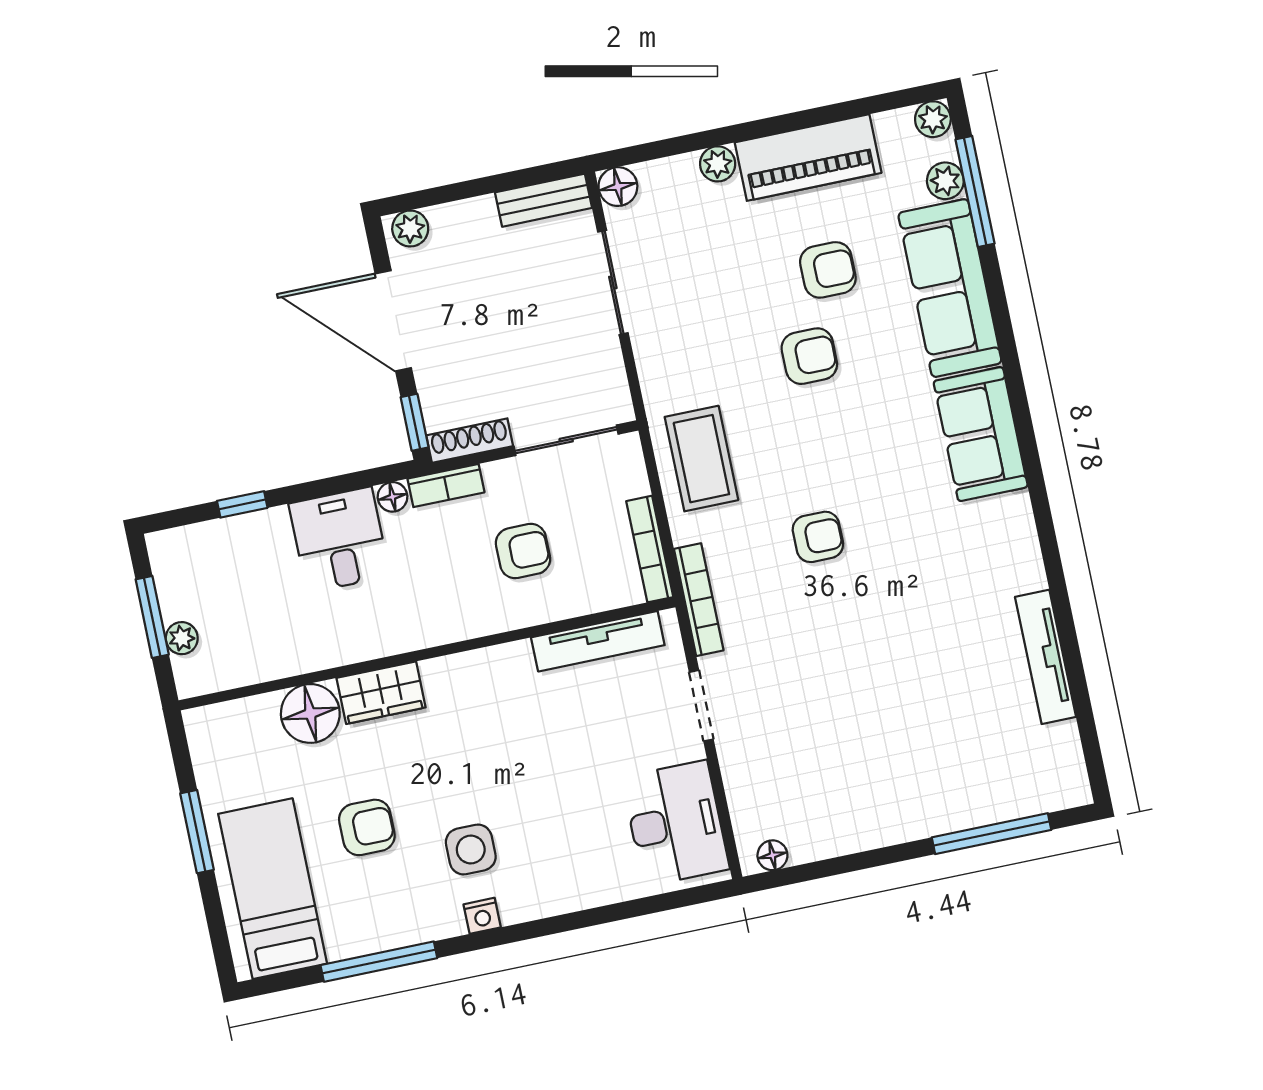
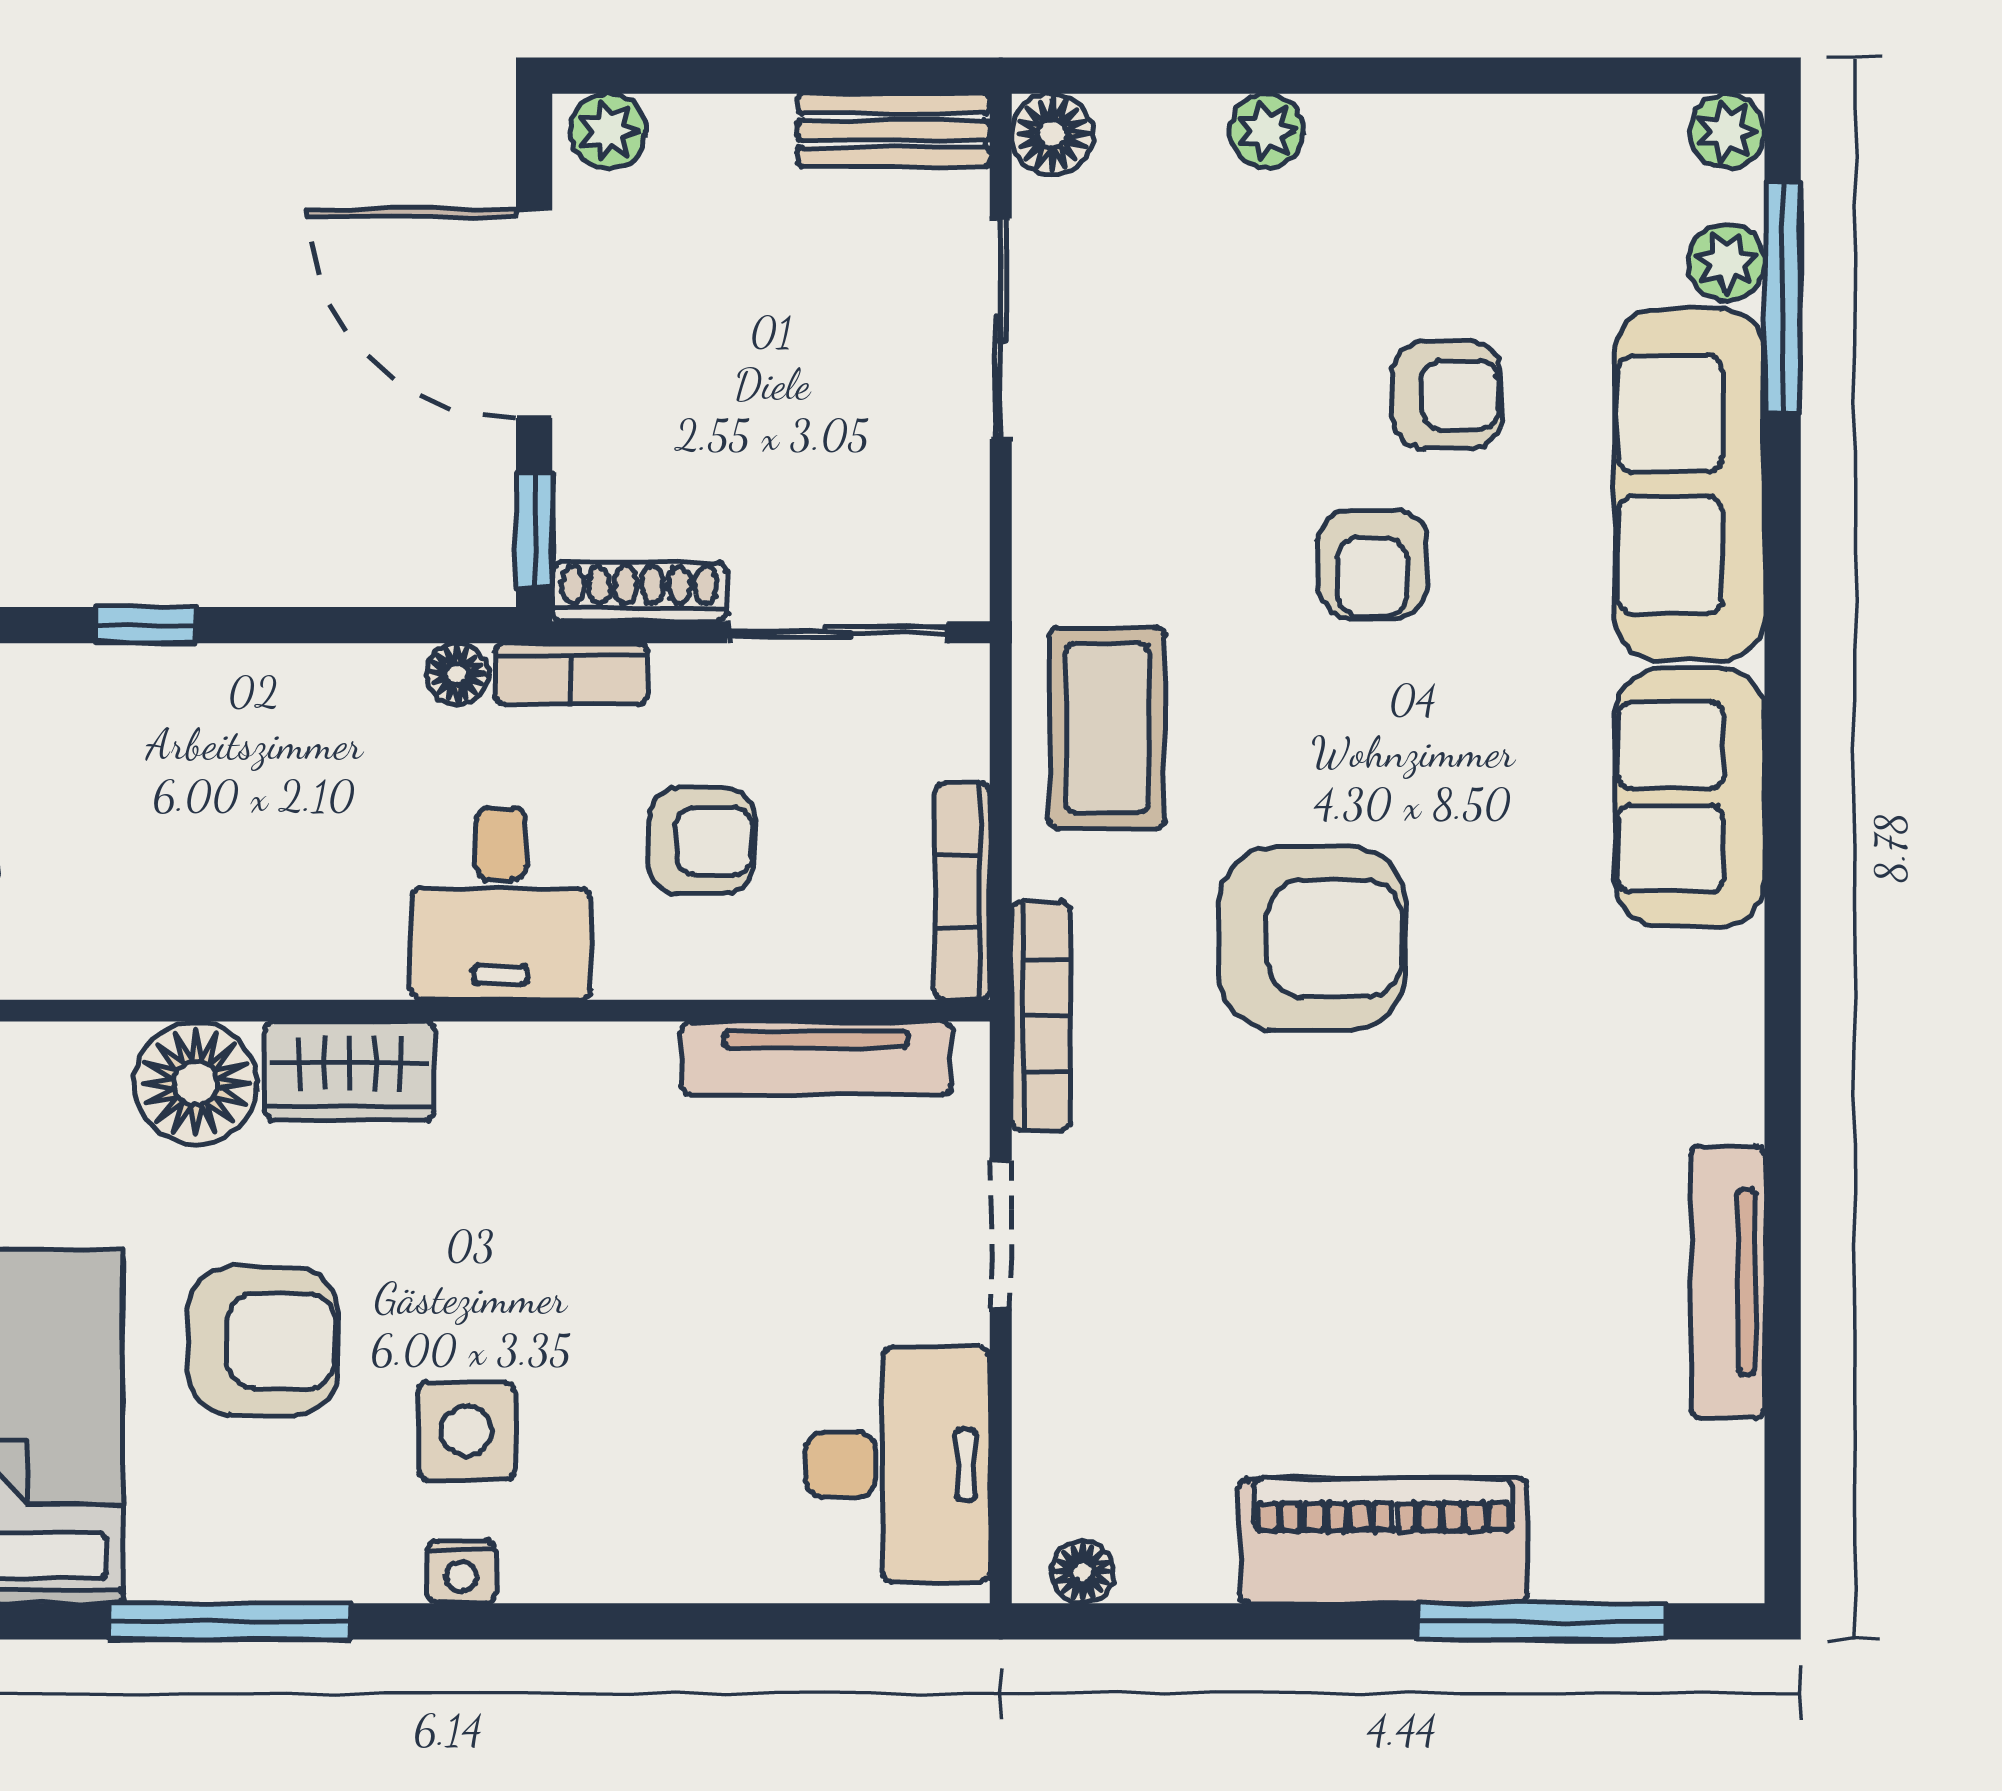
piano: (808, 158) -> (1383, 1541), moved, turned 180
armchair: (809, 356) -> (1372, 564), turned 90
armchair: (818, 537) -> (1312, 938), width x1.88, depth x1.88
desk: (339, 540) -> (501, 904), moved, turned 180
armchair: (367, 827) -> (263, 1341), width x1.38, depth x1.38

